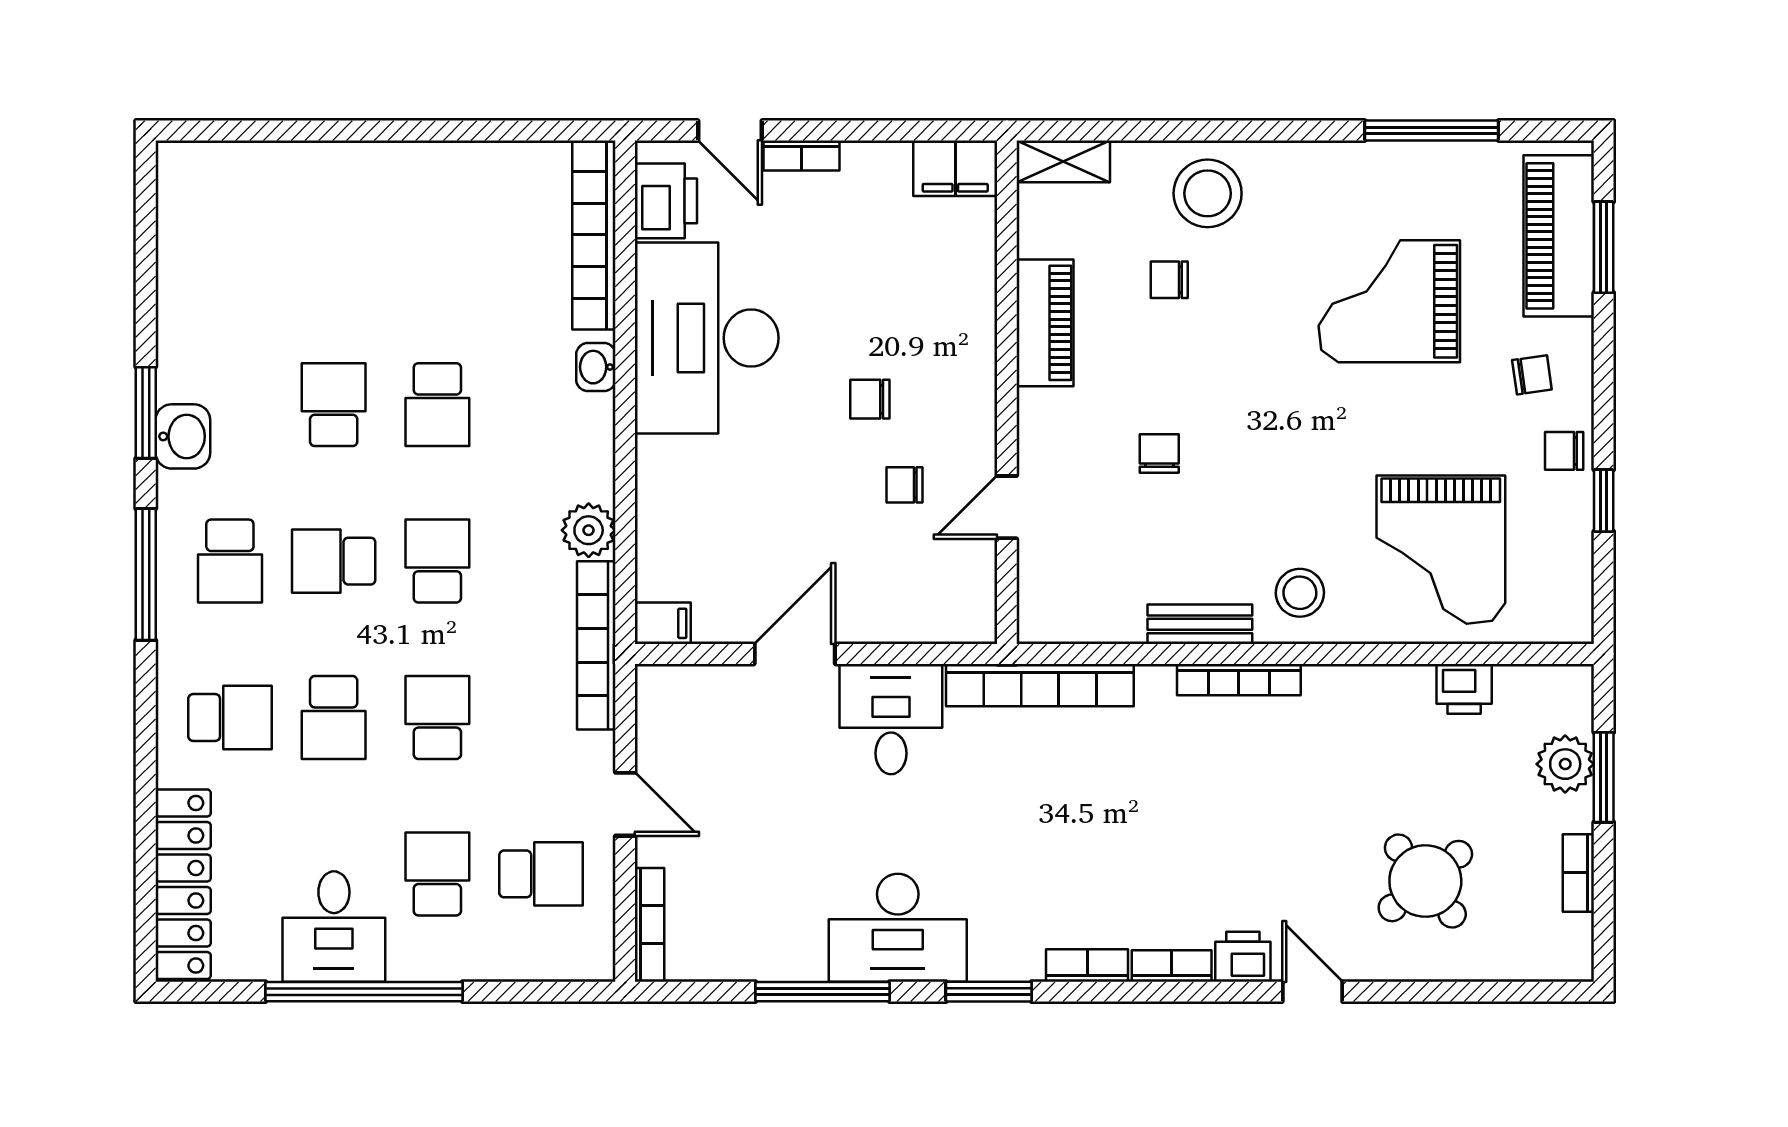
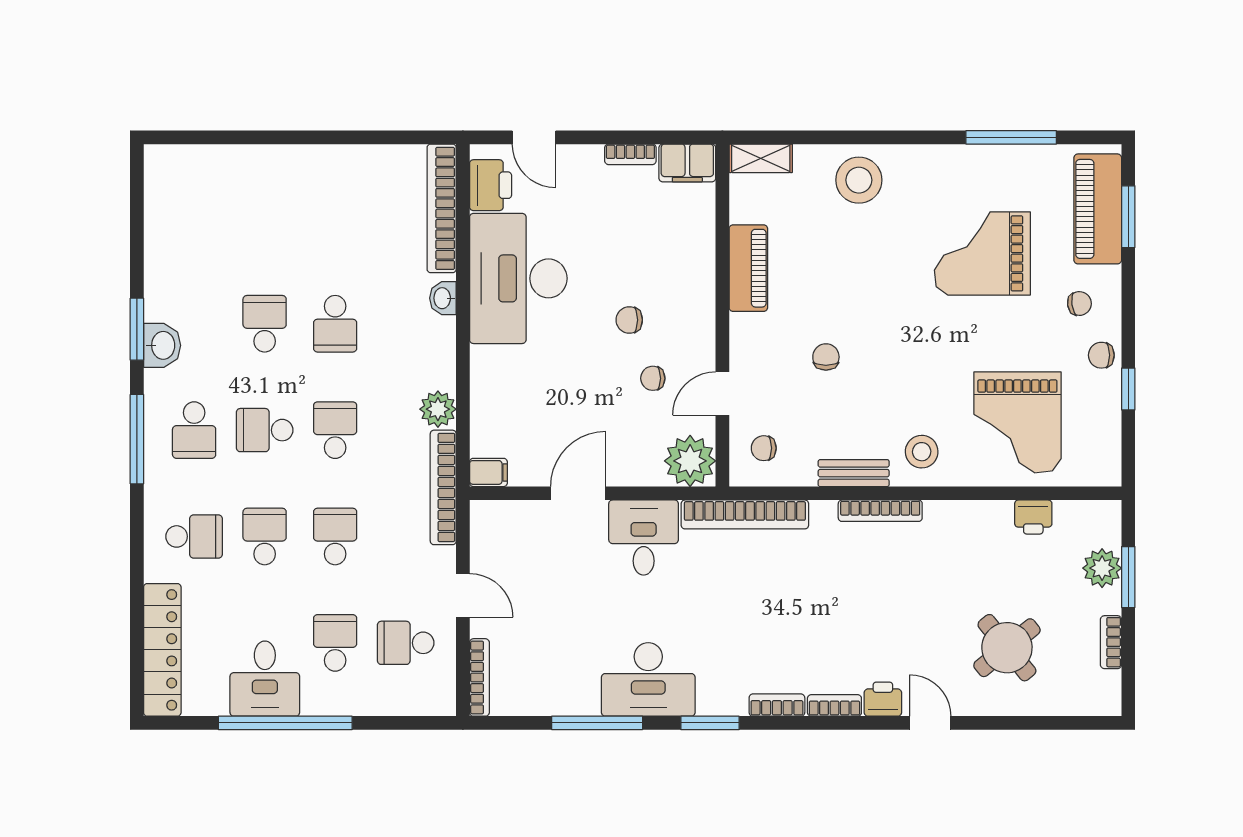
bookcase: (801, 155) -> (630, 154), moved
chair: (1169, 280) -> (764, 448), moved
plant: (959, 606) -> (690, 461), added
school desk: (334, 718) -> (265, 536), turned 180
school desk: (541, 874) -> (406, 643), turned 180

